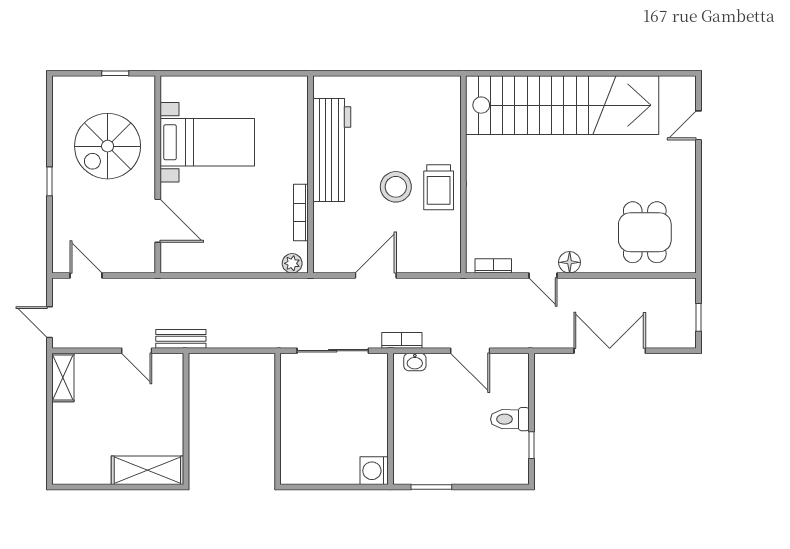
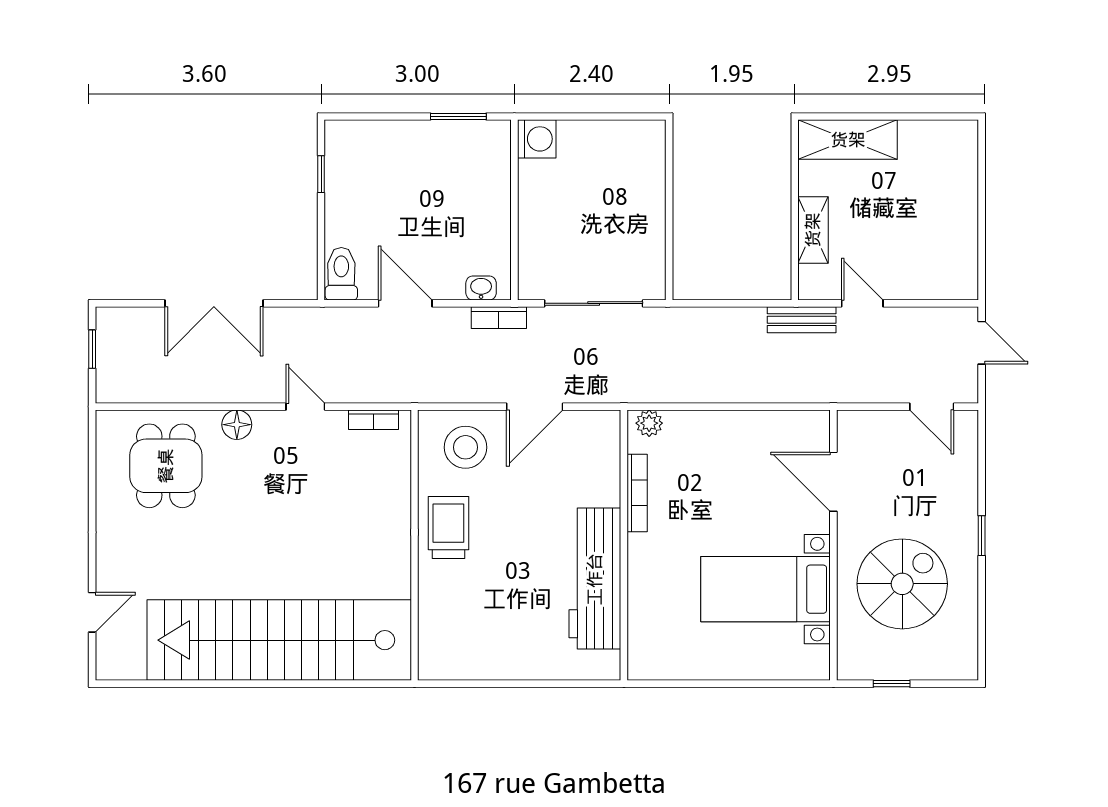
stool: (396, 187) -> (465, 447), moved
floor lamp: (570, 262) -> (237, 425), moved
shelving: (63, 377) -> (813, 230), moved
toilet: (510, 419) -> (341, 274), moved, turned -90

